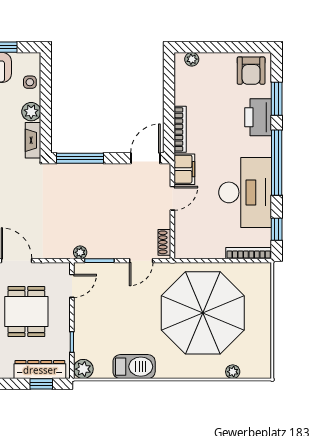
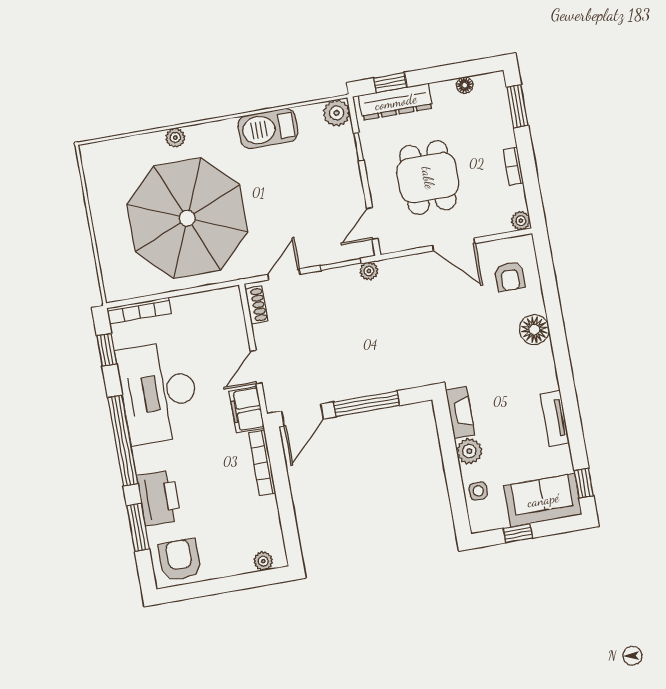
window: (80, 158) -> (366, 404), moved
plant: (233, 372) -> (175, 138), moved

